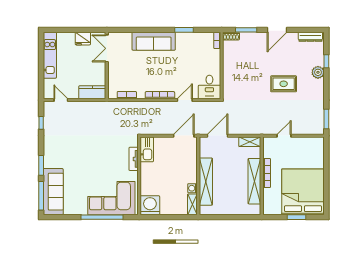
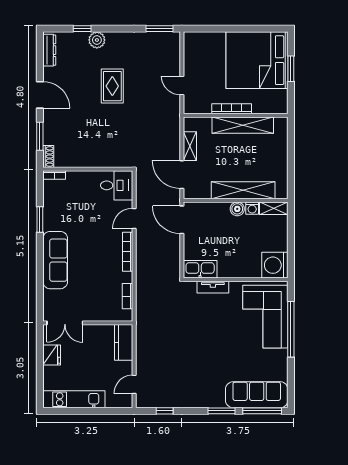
door: (185, 100) -> (134, 218), hinge flipped
shelving: (250, 142) -> (190, 146), moved
boiler: (192, 177) -> (237, 209), added

